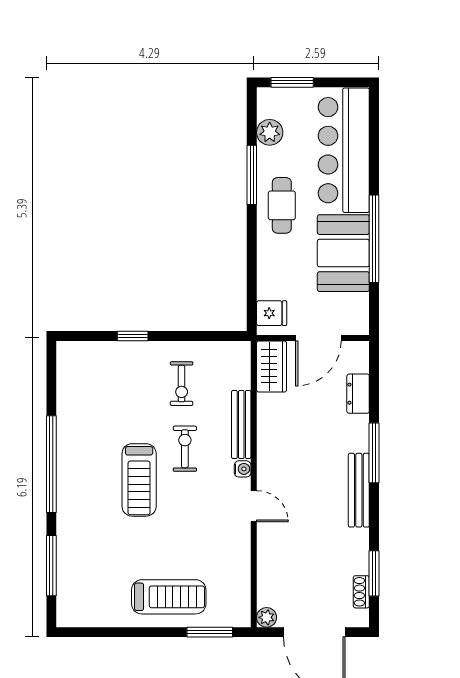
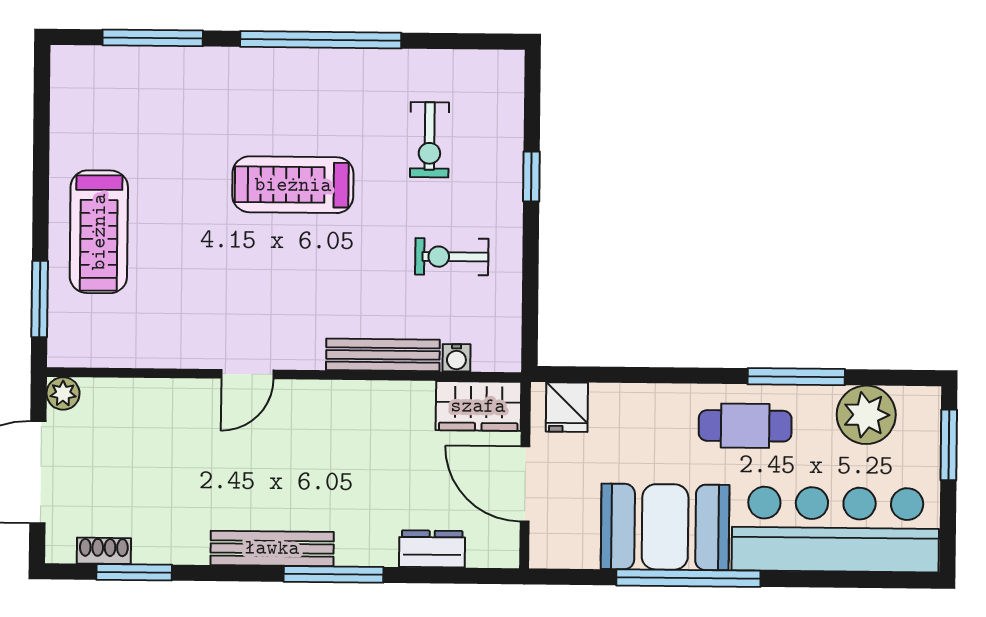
plant: (270, 132) -> (866, 415), width x1.36, depth x1.36
exercise bike: (185, 449) -> (430, 140), moved, turned 90
water cooler: (243, 469) -> (456, 358), moved

